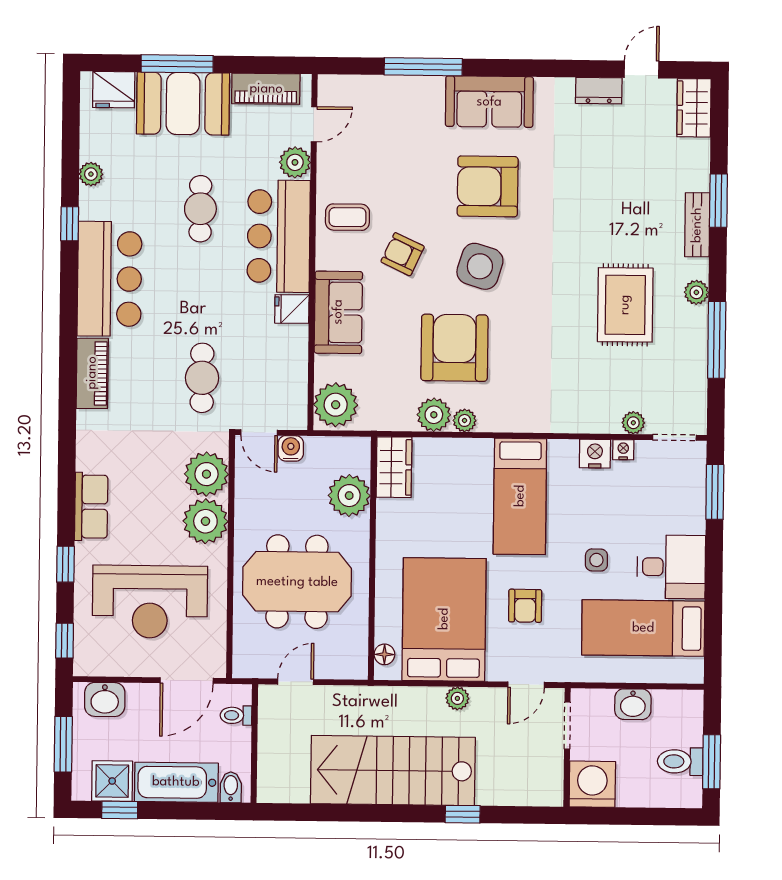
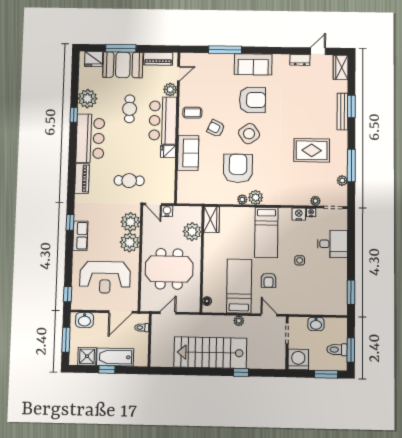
plant: (91, 174) -> (88, 99), width x1.87, depth x1.87
armchair: (488, 186) -> (252, 100), turned 180
bench: (697, 225) -> (342, 112), width x1.36
side table: (480, 266) -> (249, 134), turned 38
plant: (696, 292) -> (342, 181), moved
rug: (625, 305) -> (312, 150), turned 90
cafe table: (202, 378) -> (129, 181), turned 90
plant: (336, 405) -> (187, 192), removed
plant: (434, 415) -> (256, 197), moved
window: (715, 492) -> (351, 292), moved
window: (65, 564) -> (70, 222), moved
desk: (671, 567) -> (332, 244), moved
bed: (444, 619) -> (239, 286), width x0.67
bed: (643, 628) -> (320, 290), removed
door: (526, 685) -> (269, 315), swing flipped
bidet: (231, 787) -> (139, 359), removed
window: (120, 810) -> (107, 370), moved
window: (655, 817) -> (326, 374), added

